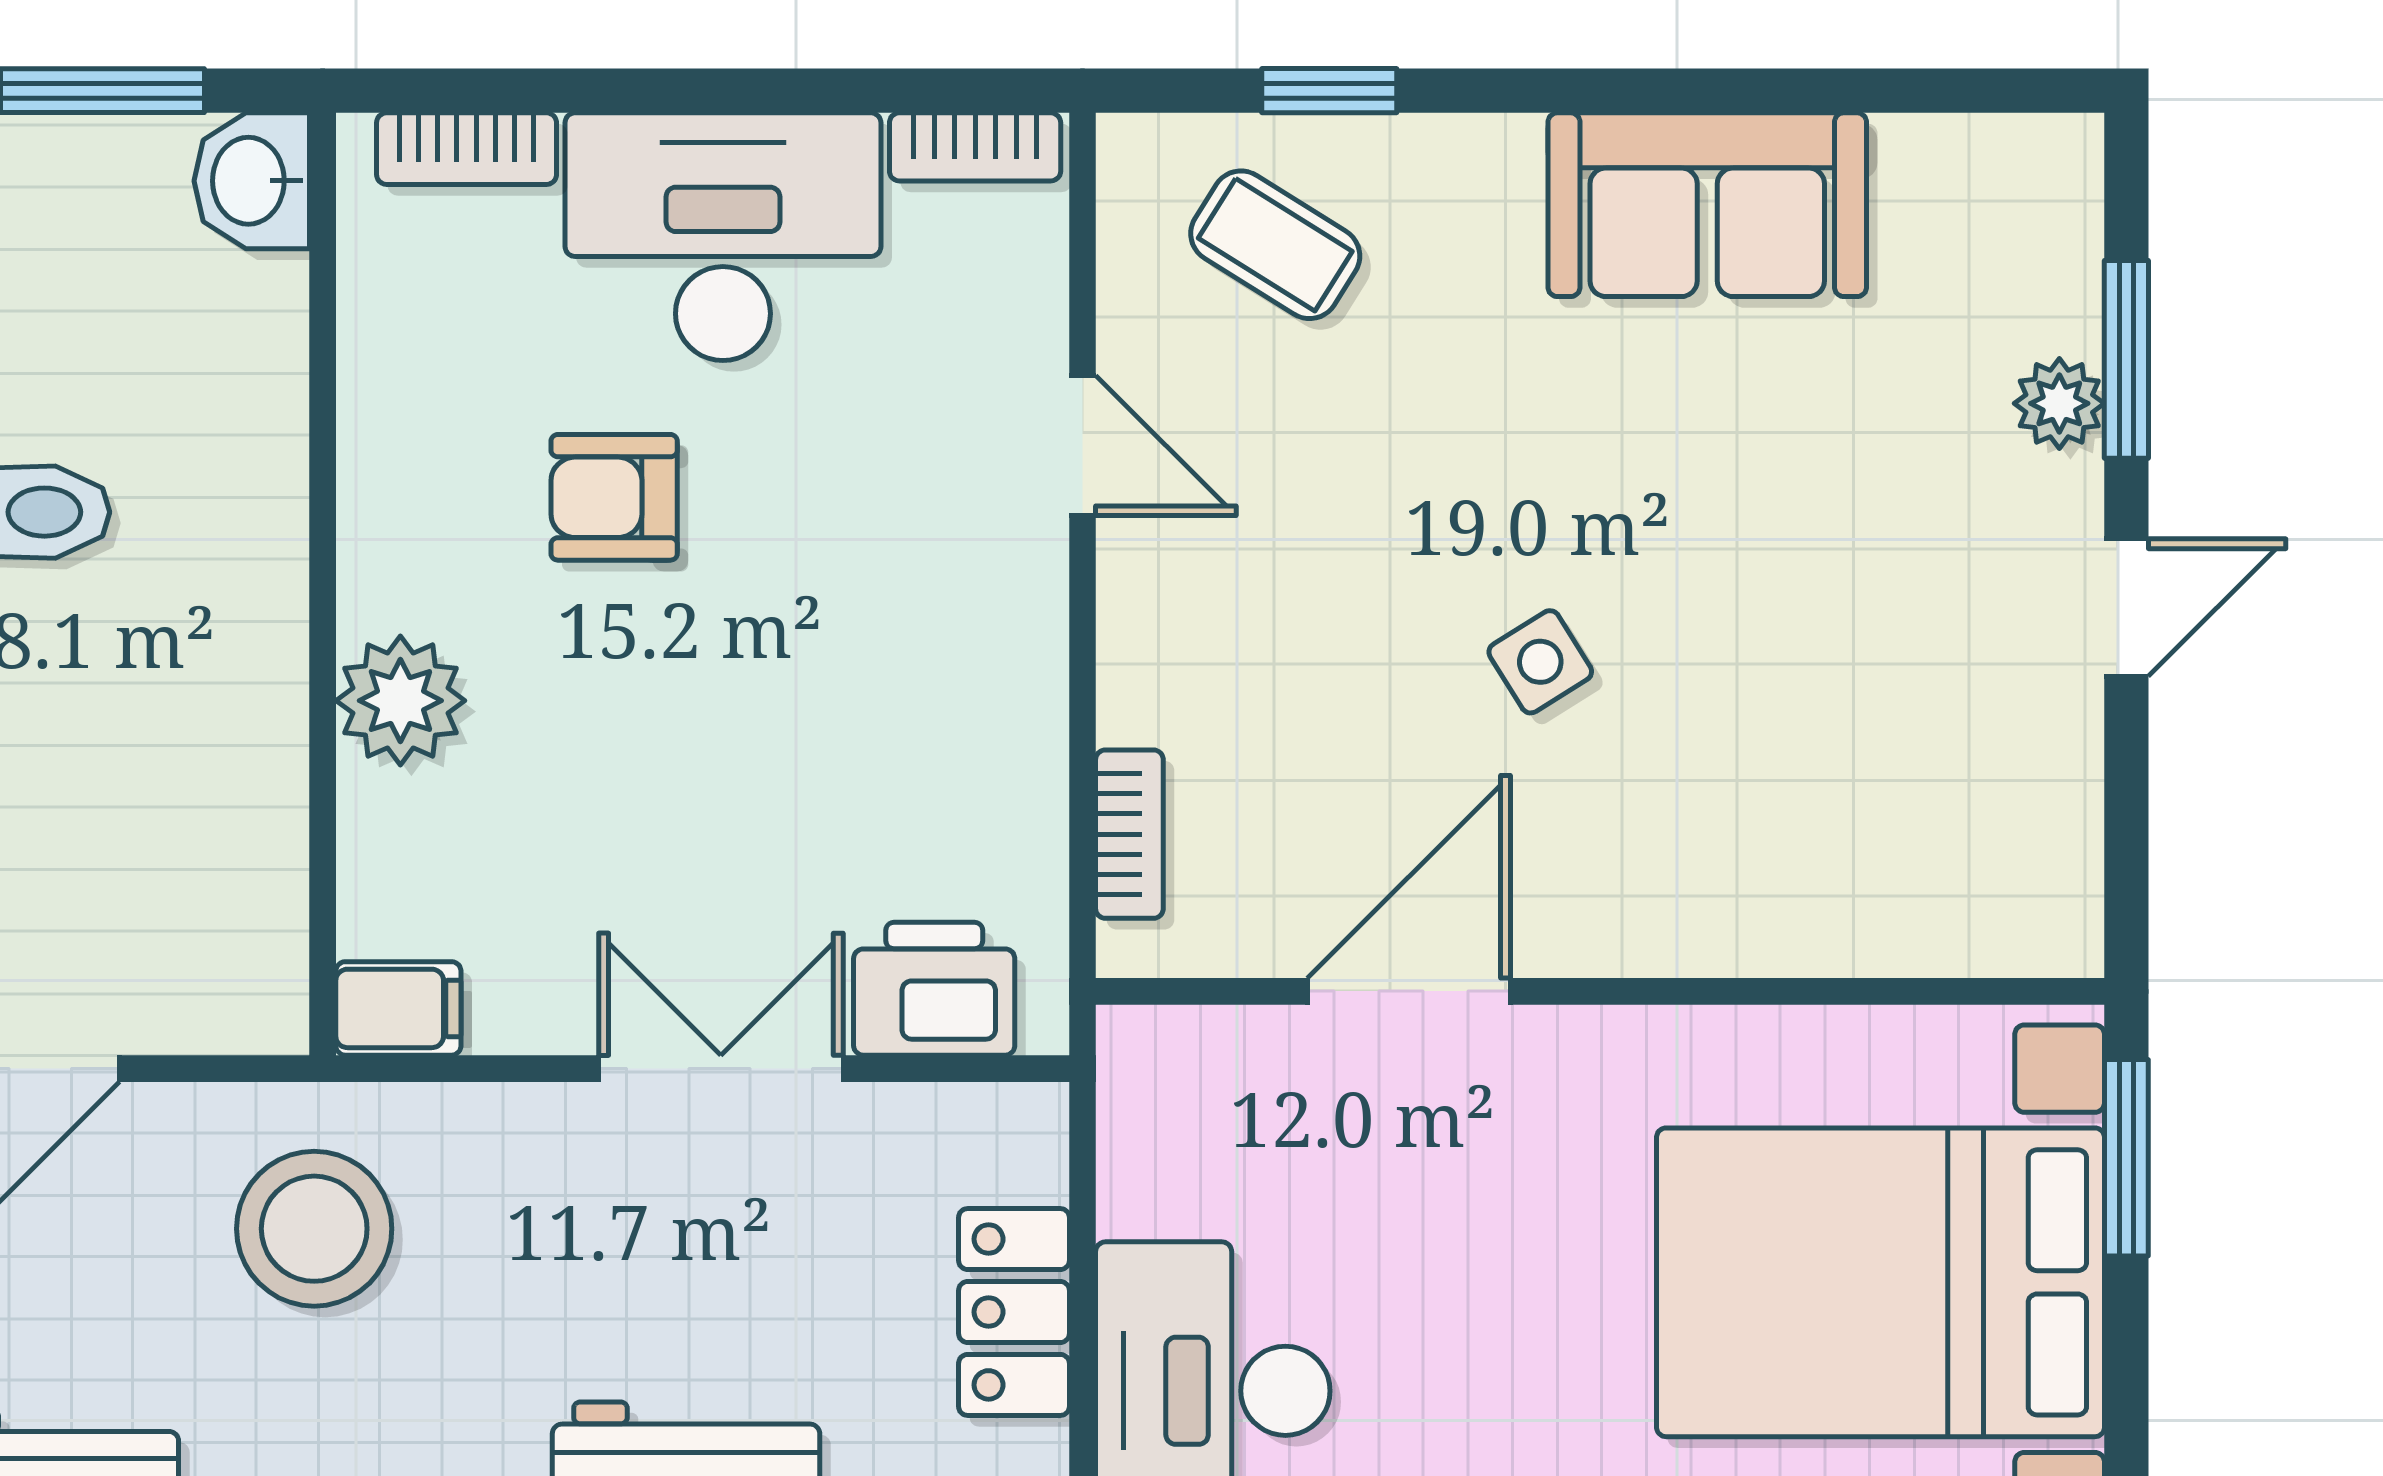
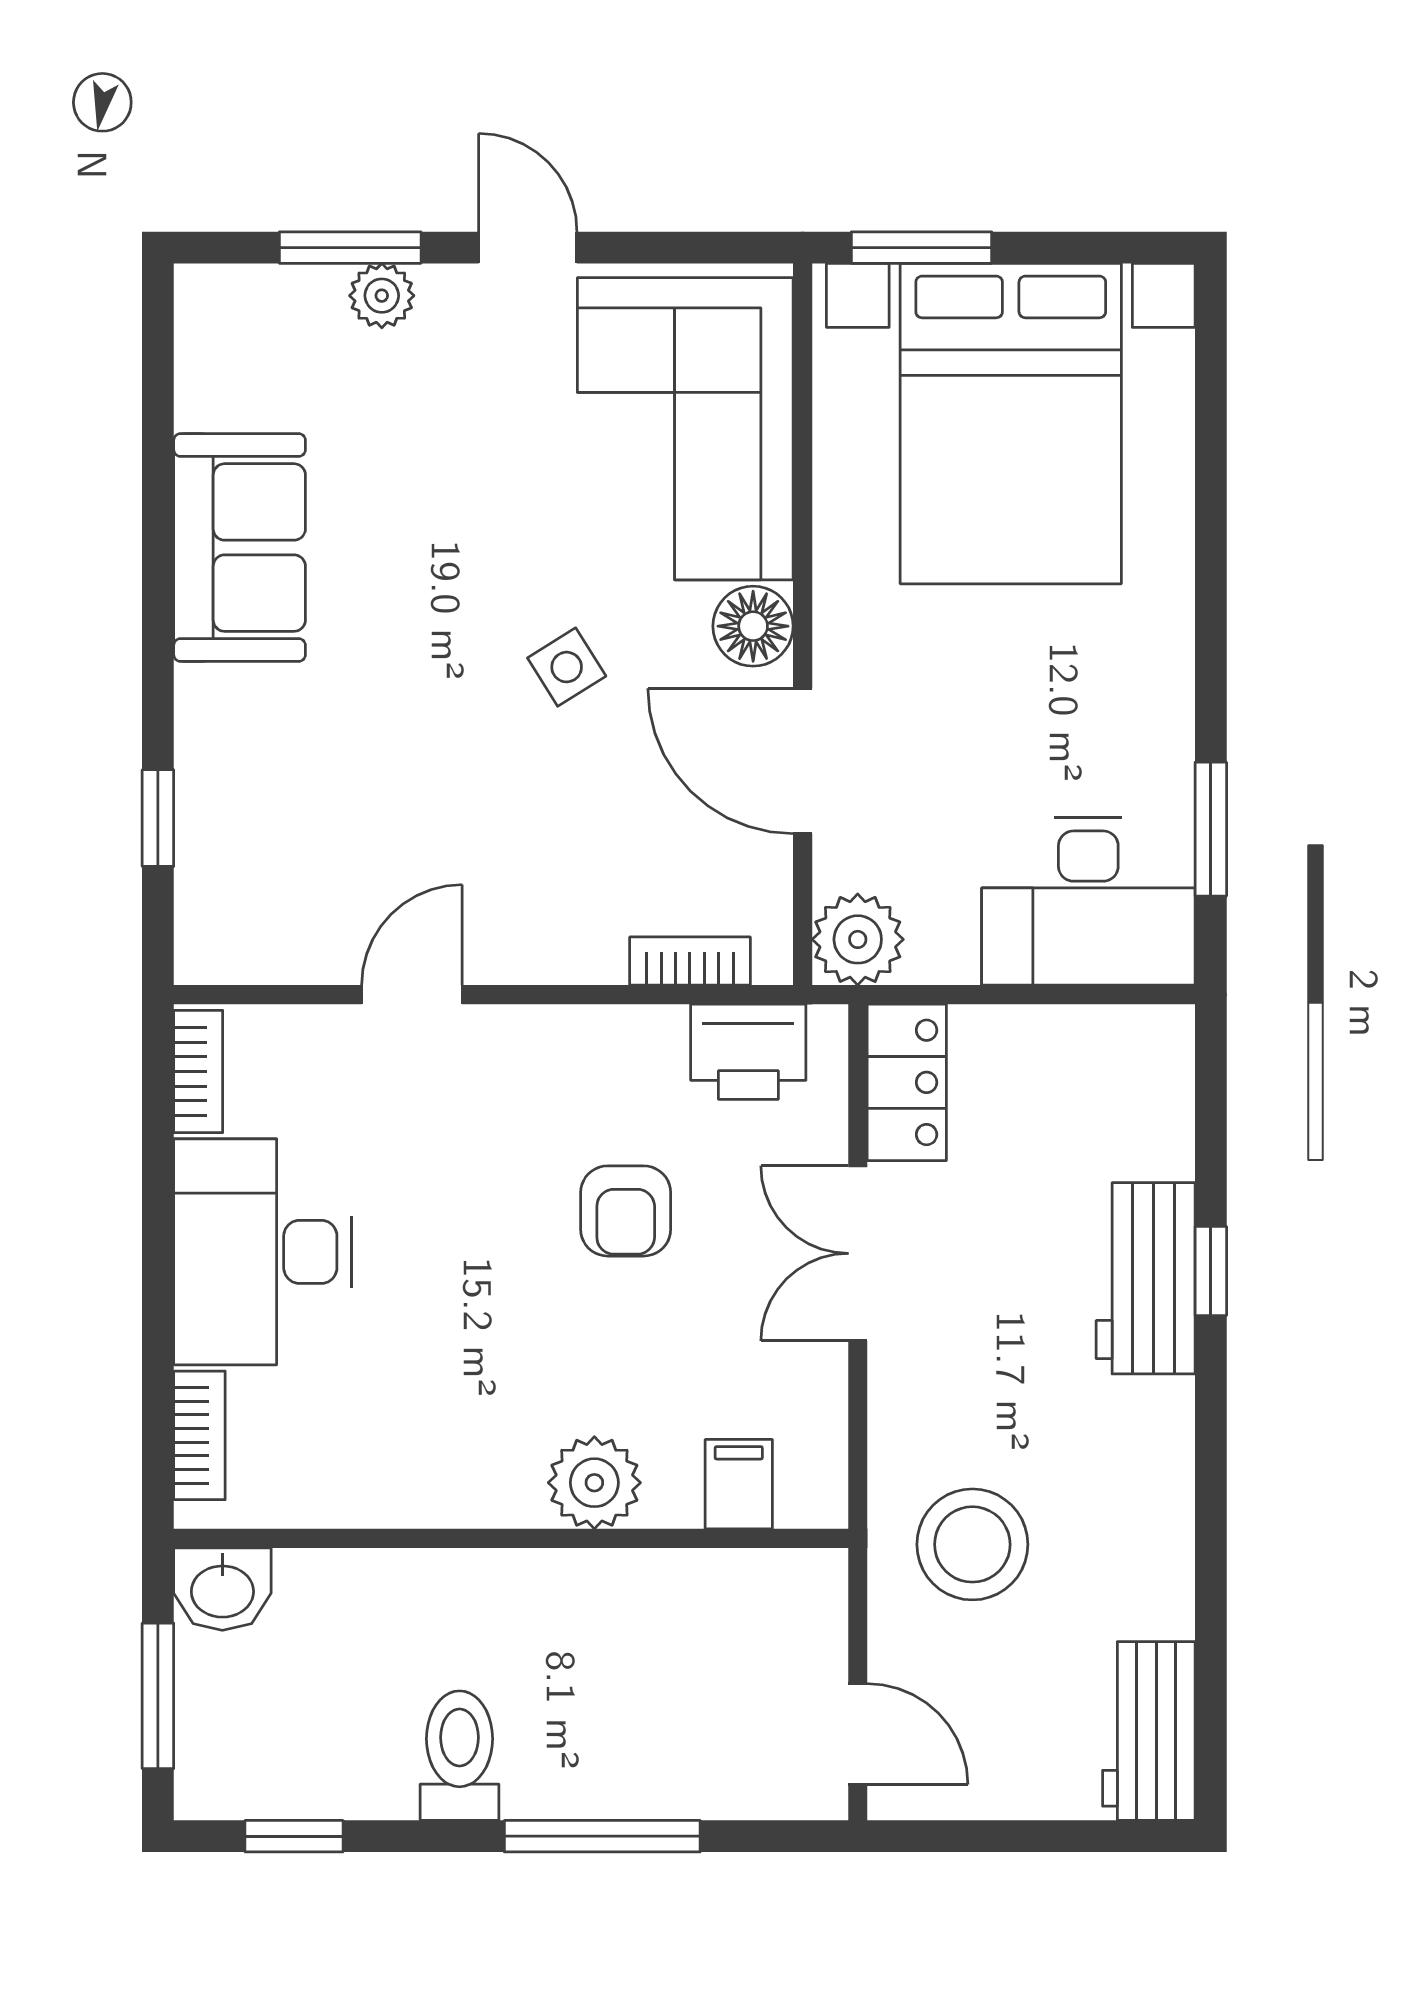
coffee table: (1275, 245) -> (268, 857), removed
armchair: (614, 497) -> (626, 1211), moved
corner sofa: (1873, 828) -> (685, 429), added
floor lamp: (1597, 922) -> (753, 626), added
printer: (934, 989) -> (748, 1052), moved, turned -90
filing cabinet: (398, 1008) -> (739, 1484), moved
plant: (1160, 1069) -> (858, 939), added
locker: (1014, 1312) -> (907, 1082), moved, turned -90

